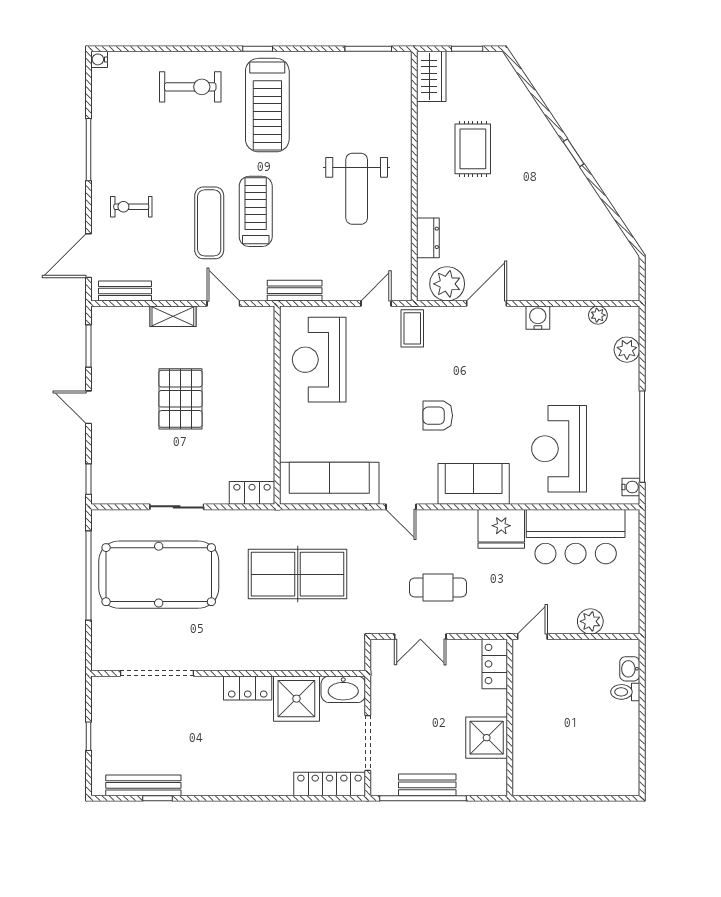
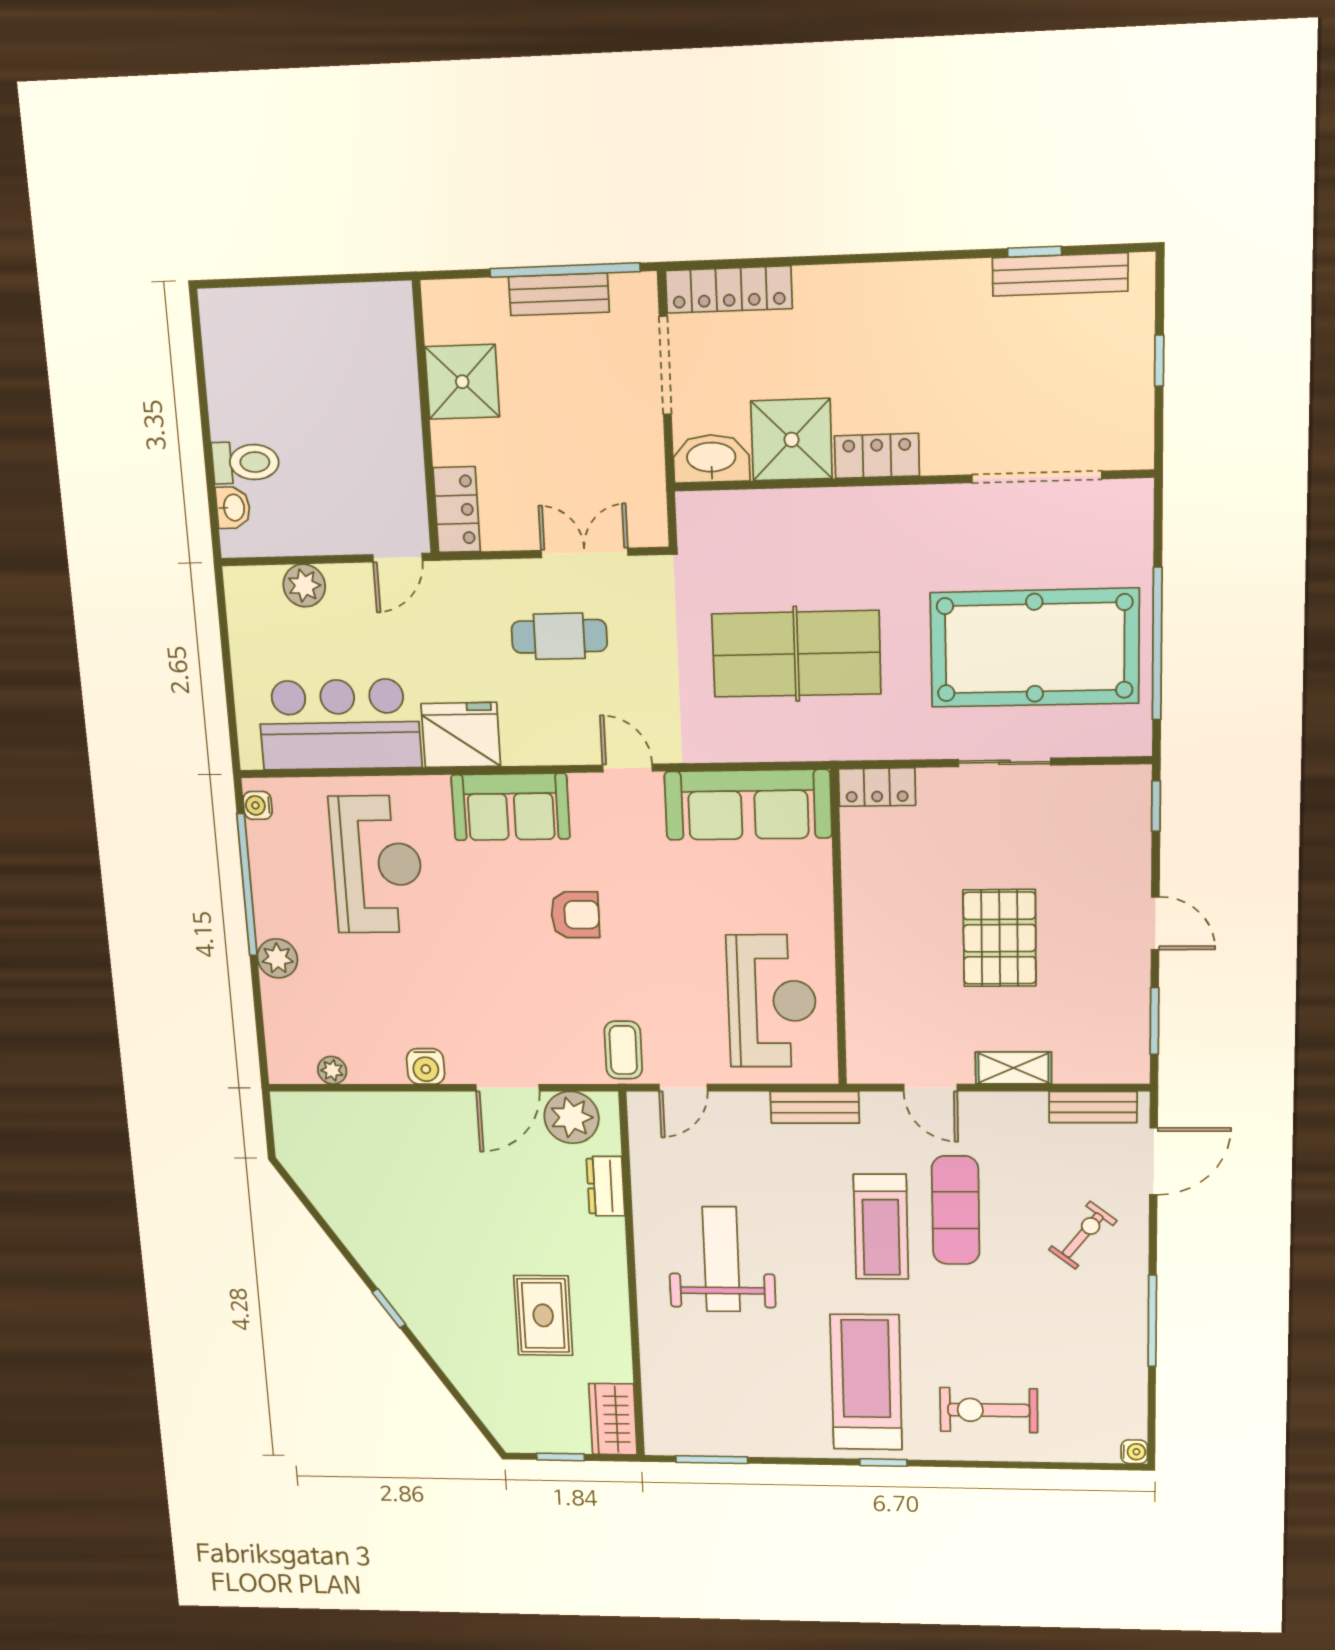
exercise bike: (131, 207) -> (1083, 1235), turned -52
plant: (627, 350) -> (277, 958), moved
toilet: (625, 692) -> (246, 462), width x1.37, depth x1.39

